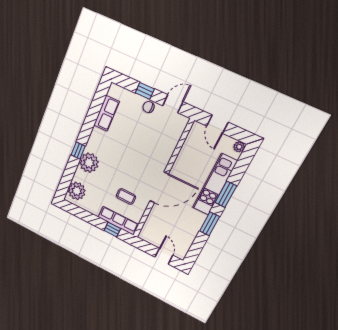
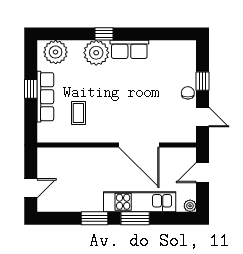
row of seats: (107, 113) -> (129, 49), moved
door: (159, 187) -> (139, 145), moved
row of seats: (118, 221) -> (45, 97), moved
window: (112, 230) -> (31, 89), moved

